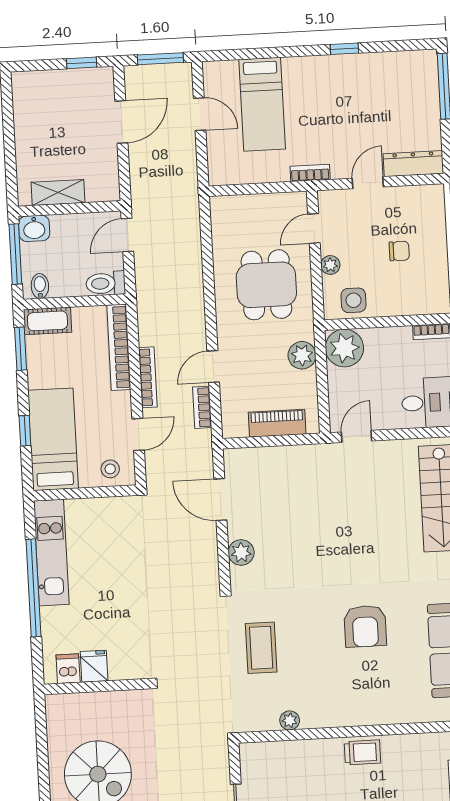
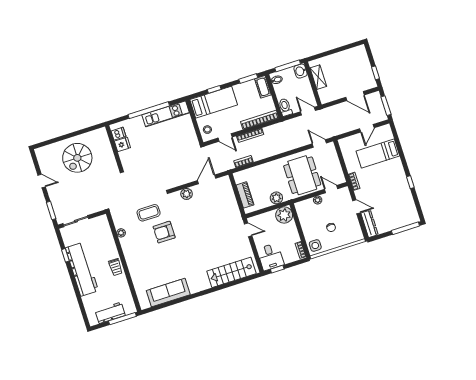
dining table: (266, 285) -> (302, 175), width x1.38
side table: (353, 300) -> (315, 246), moved
door: (213, 367) -> (319, 143), moved
armchair: (365, 626) -> (164, 232), moved

